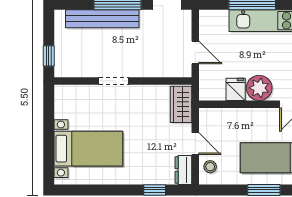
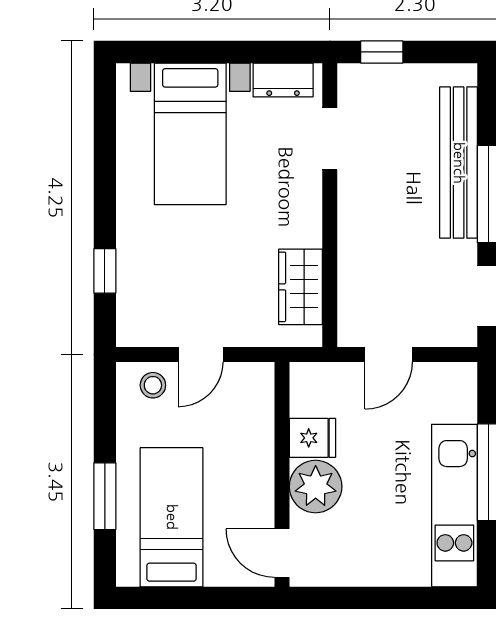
doorway: (114, 81) -> (330, 139), moved
wardrobe: (181, 104) -> (301, 287), moved, turned -90
dresser: (183, 170) -> (283, 80), moved, turned 180

